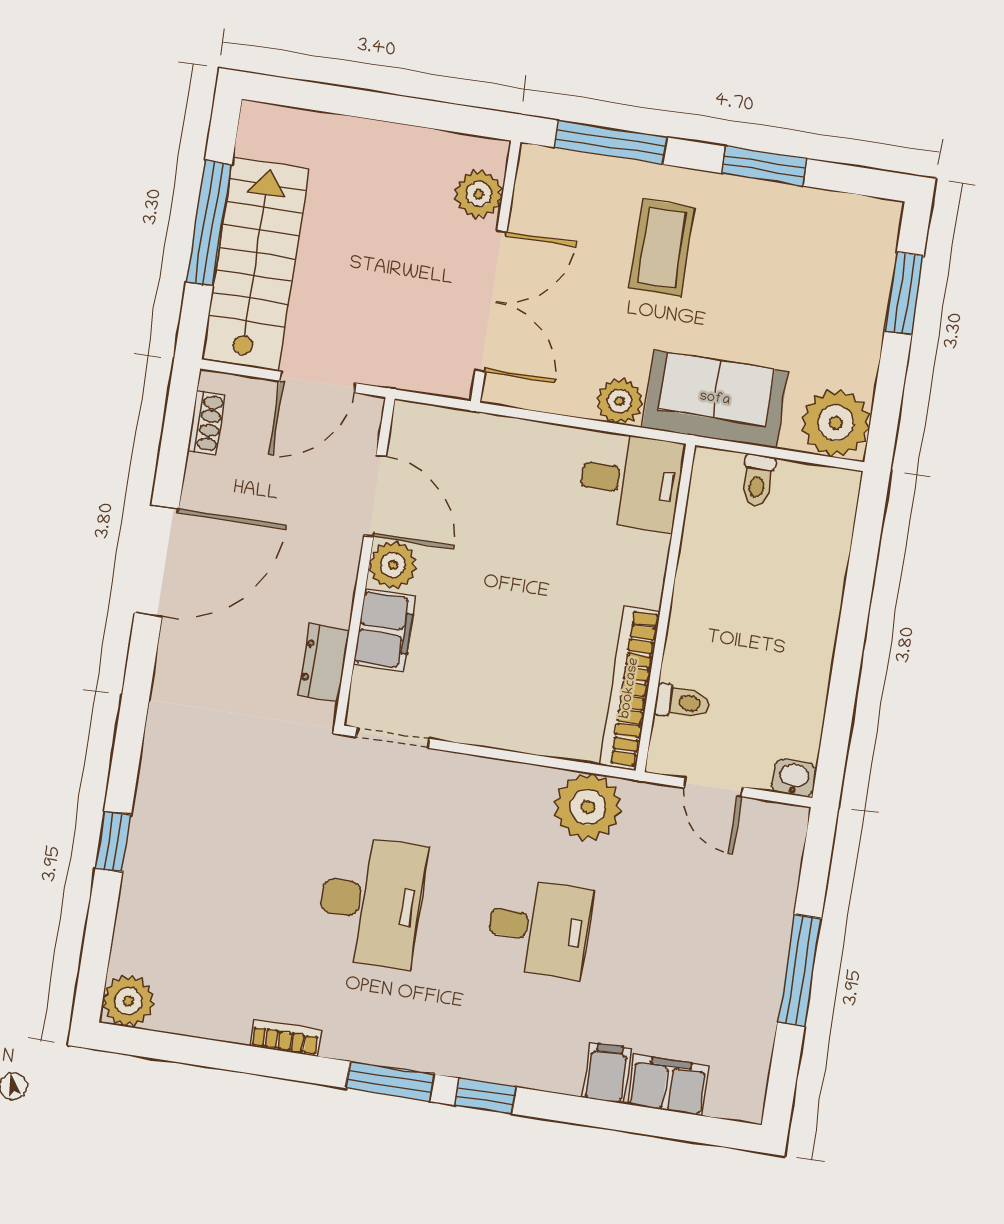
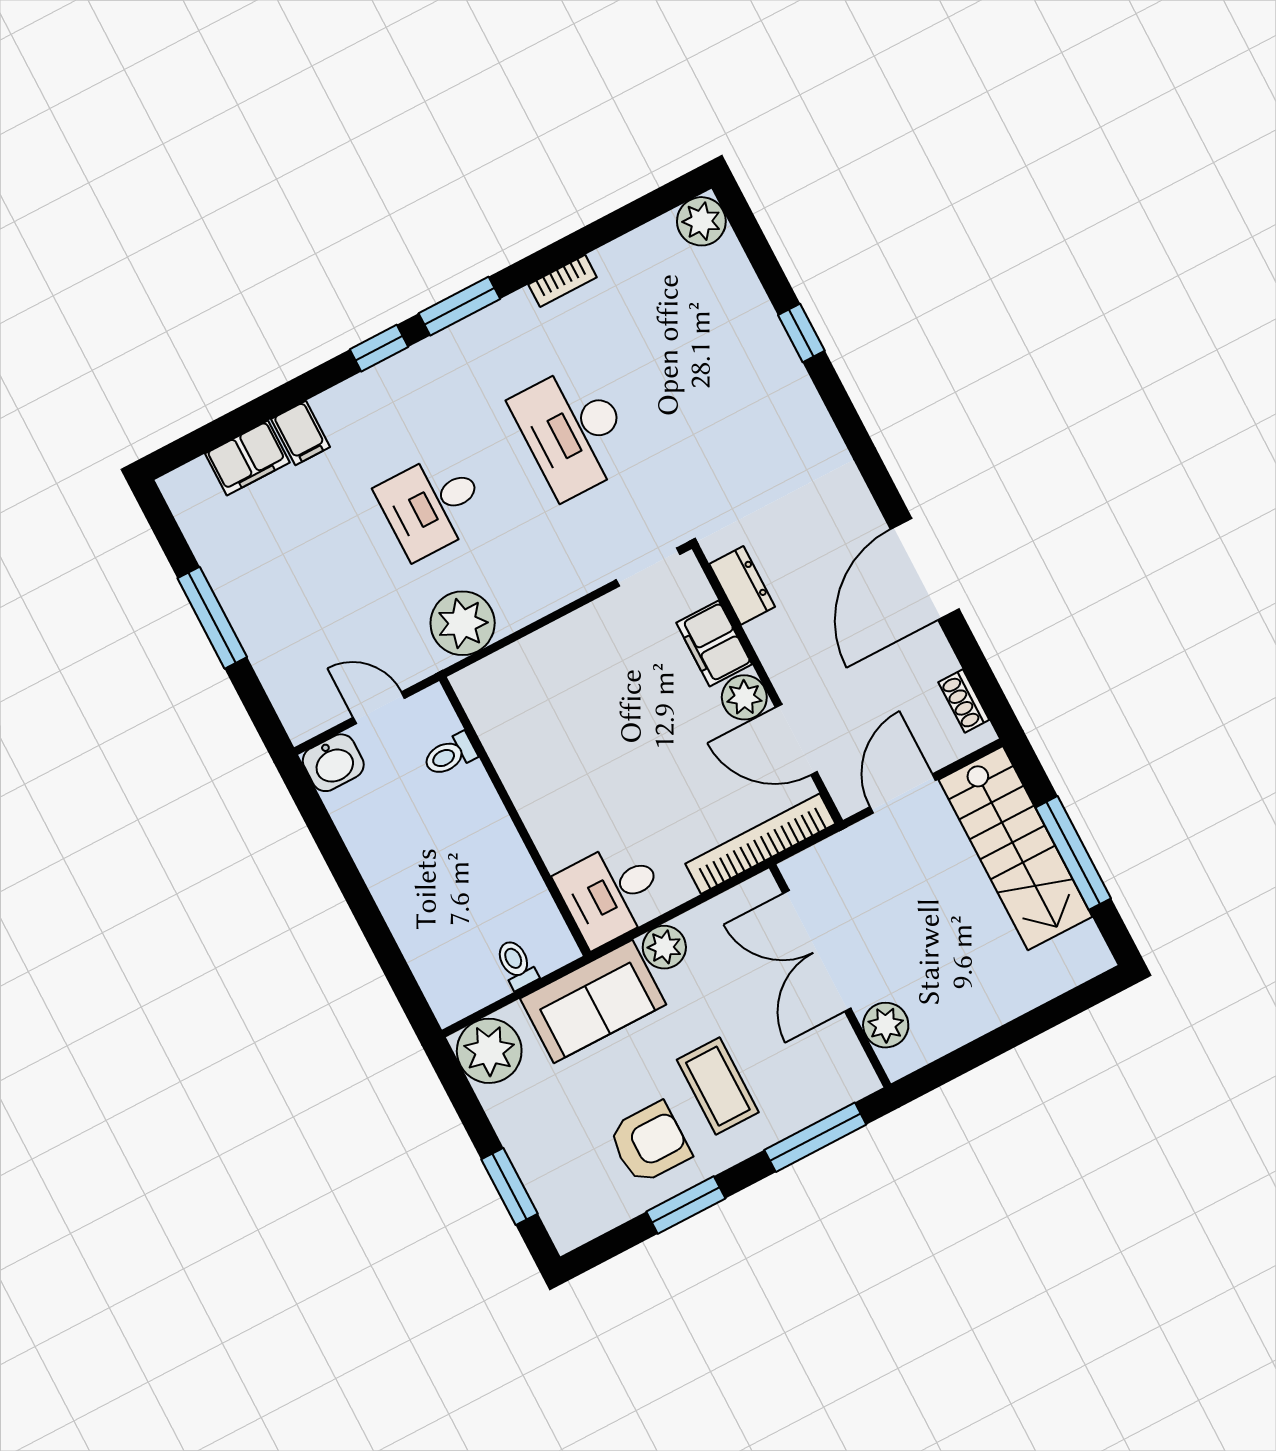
armchair: (756, 242) -> (650, 1143), added
bookcase: (630, 688) -> (760, 844), moved, turned -90
washbasin: (794, 778) -> (333, 763), width x1.38, depth x1.45

